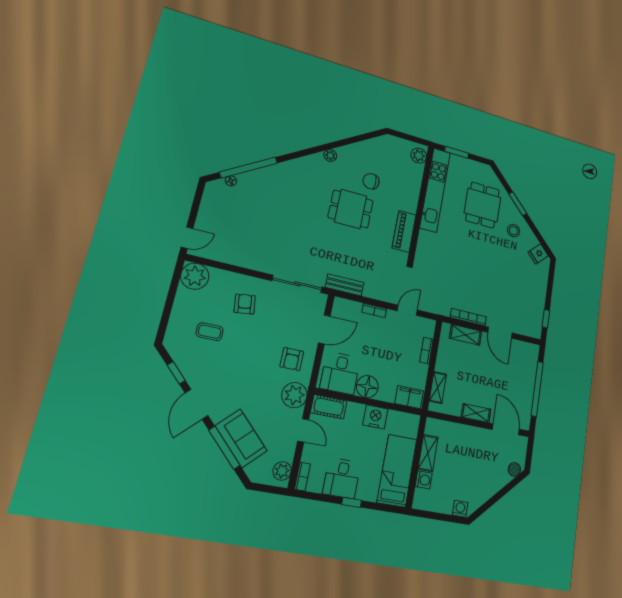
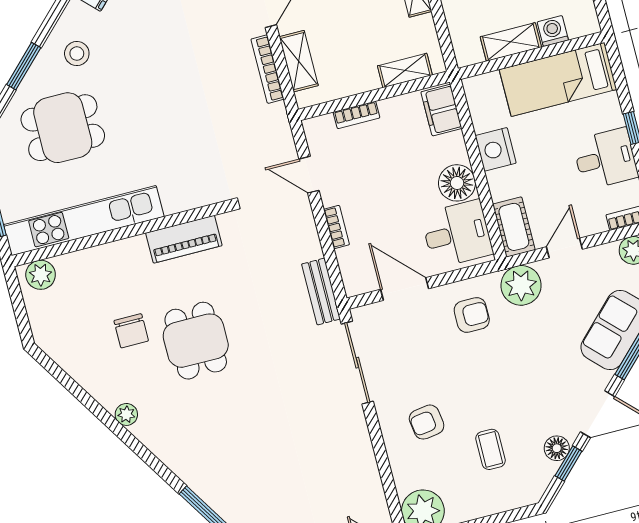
floor lamp: (189, 370) -> (557, 448), added

